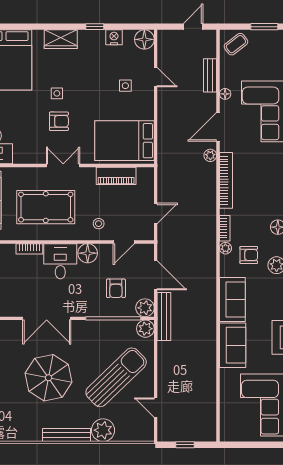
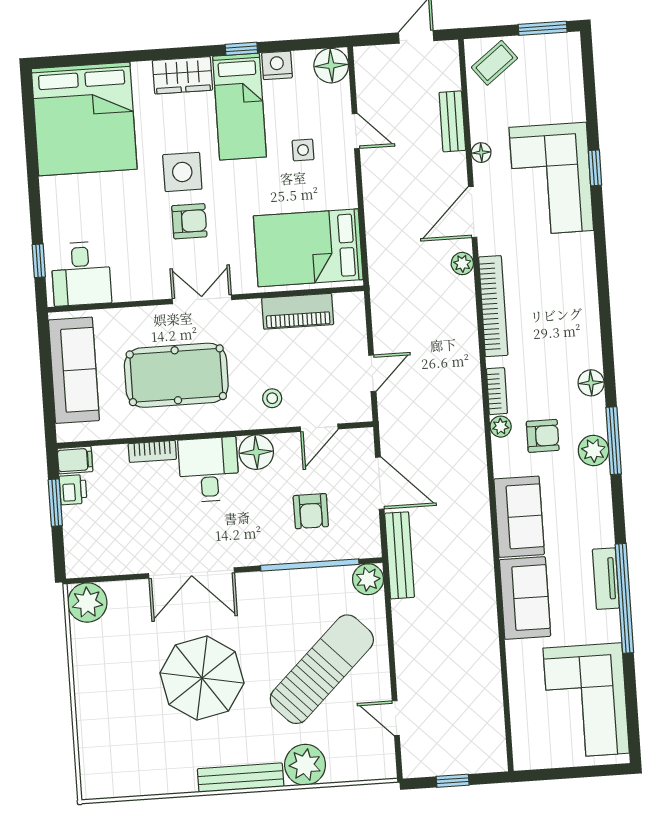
bed: (91, 59) -> (239, 107), added
side table: (57, 93) -> (182, 172), width x1.87, depth x1.87
plant: (145, 308) -> (365, 542), removed

